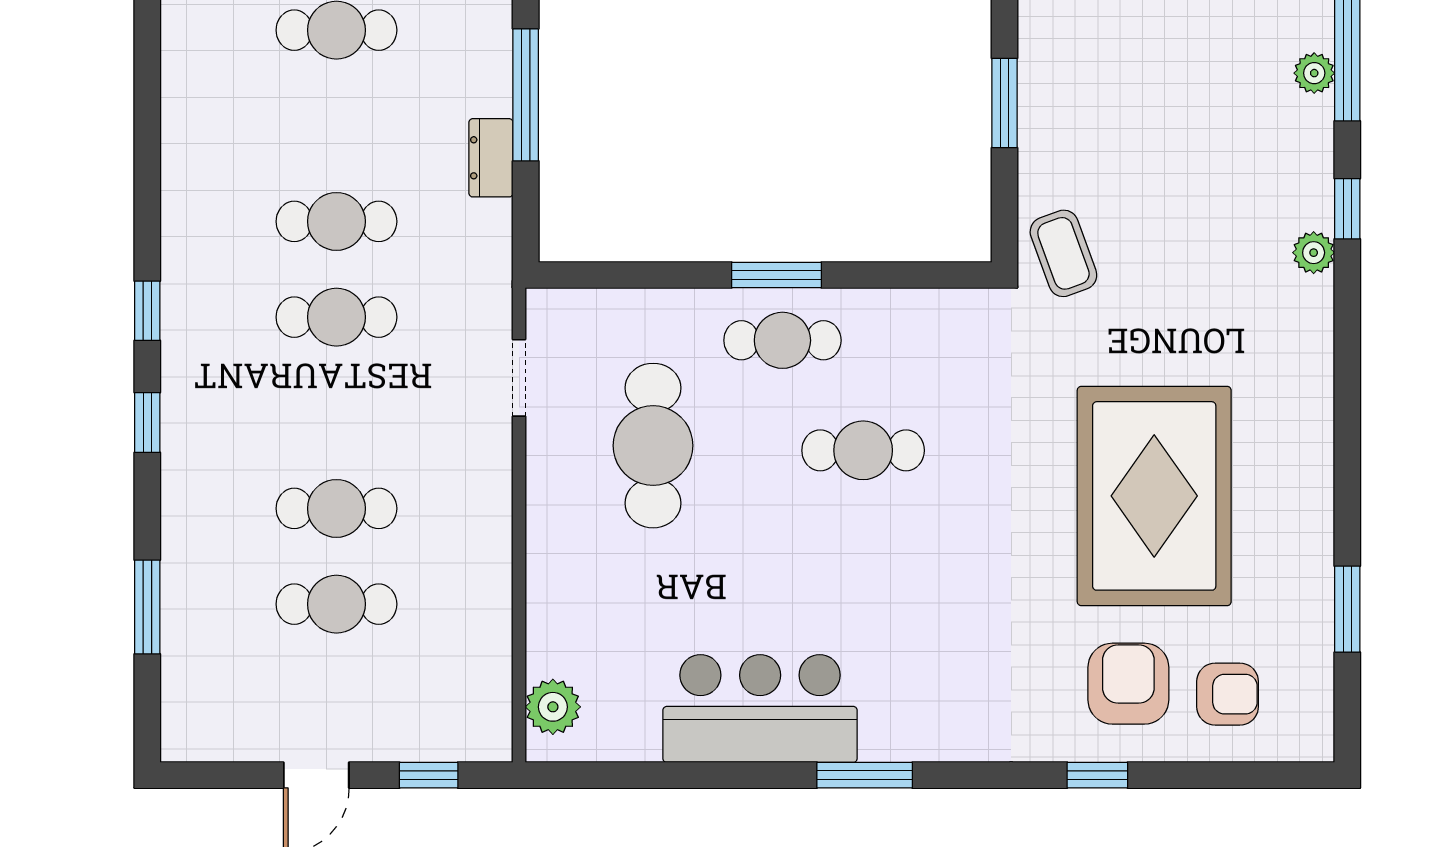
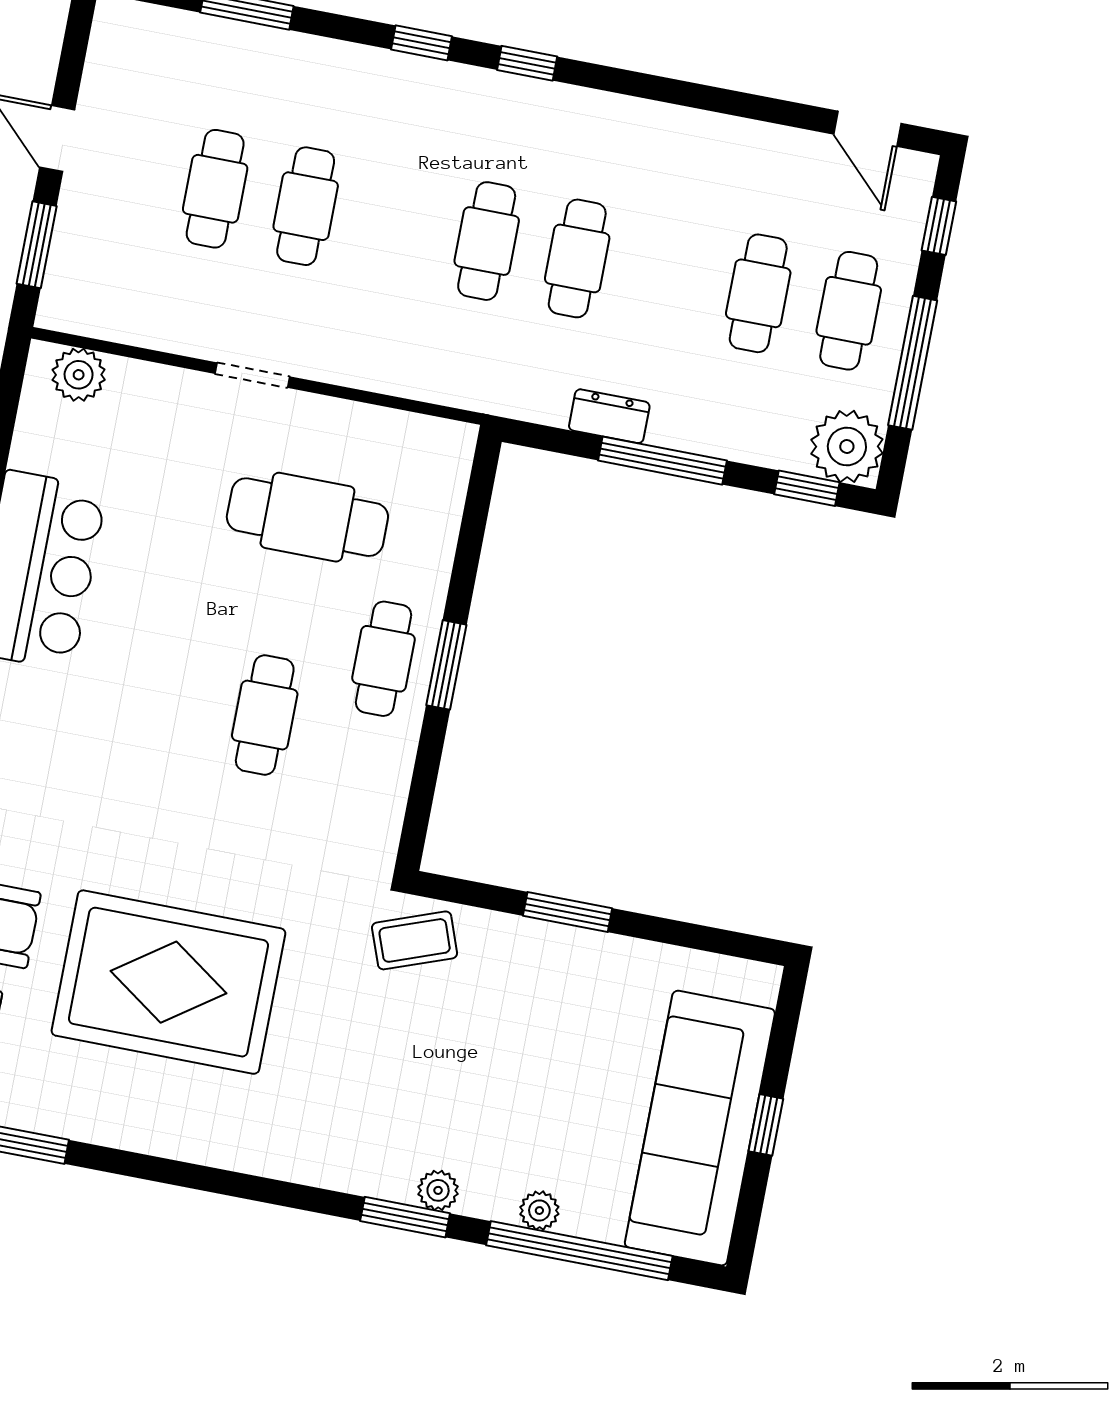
window: (1347, 209) -> (405, 1217), width x1.50
plant: (1314, 253) -> (438, 1190), moved
doorway: (519, 378) -> (252, 375), moved
window: (429, 775) -> (37, 245), width x1.50

